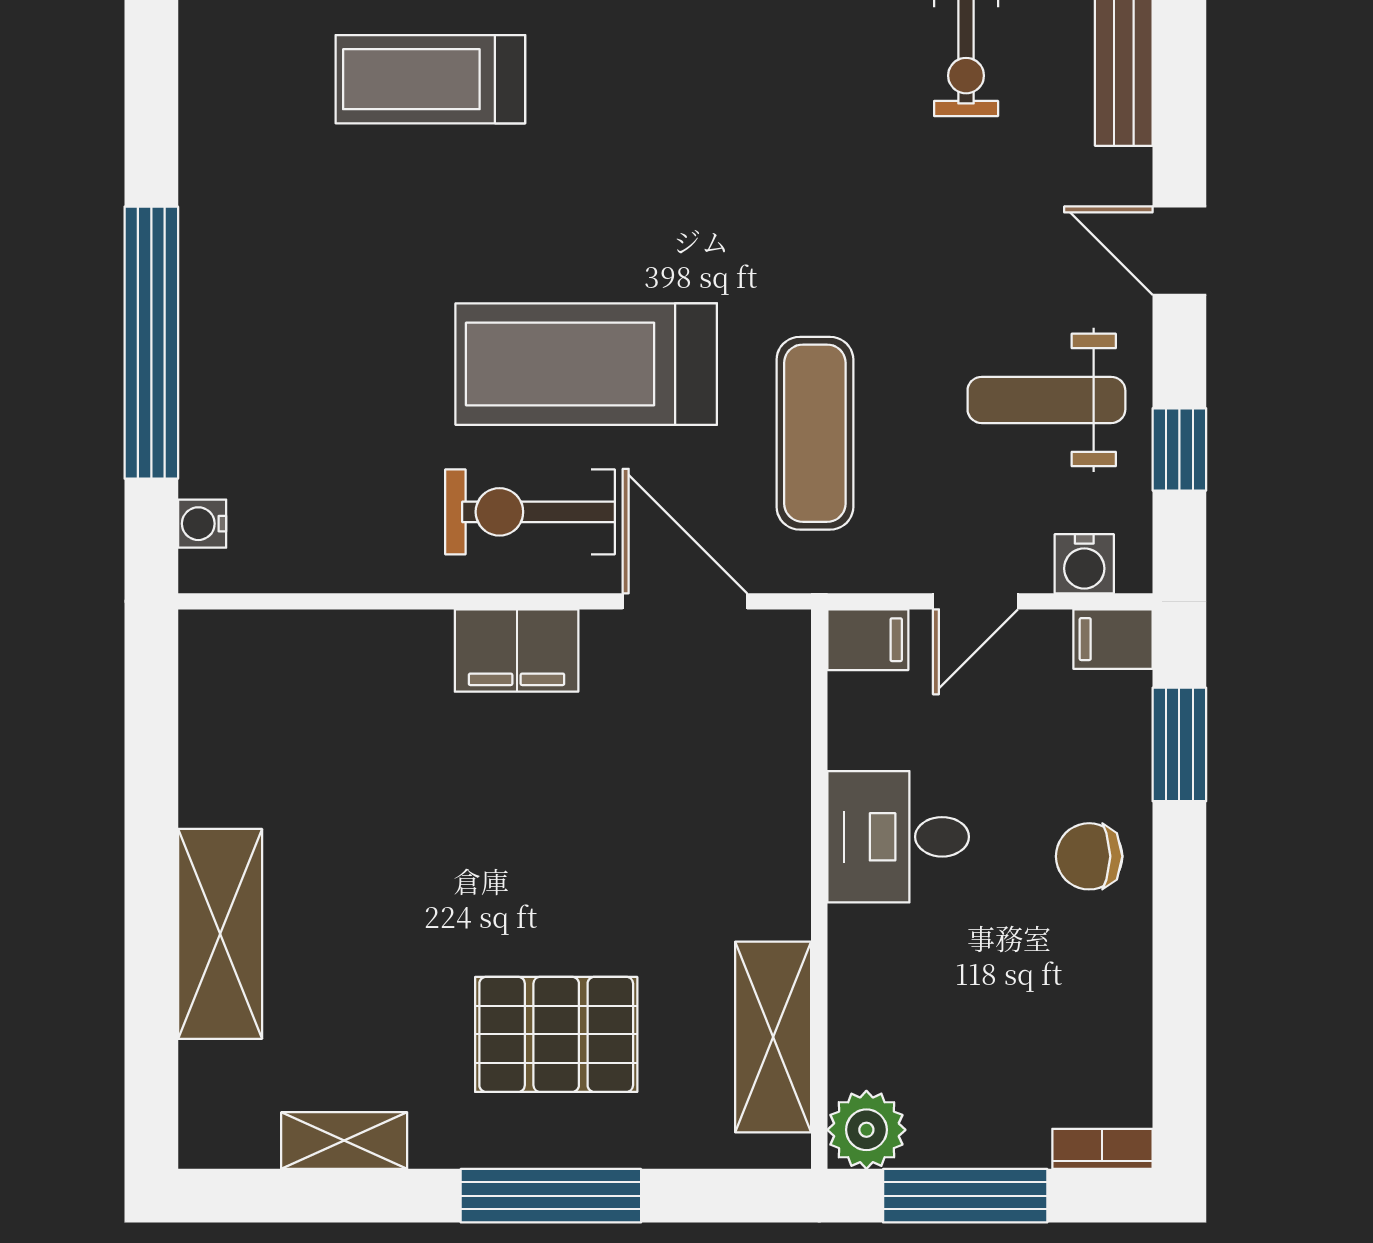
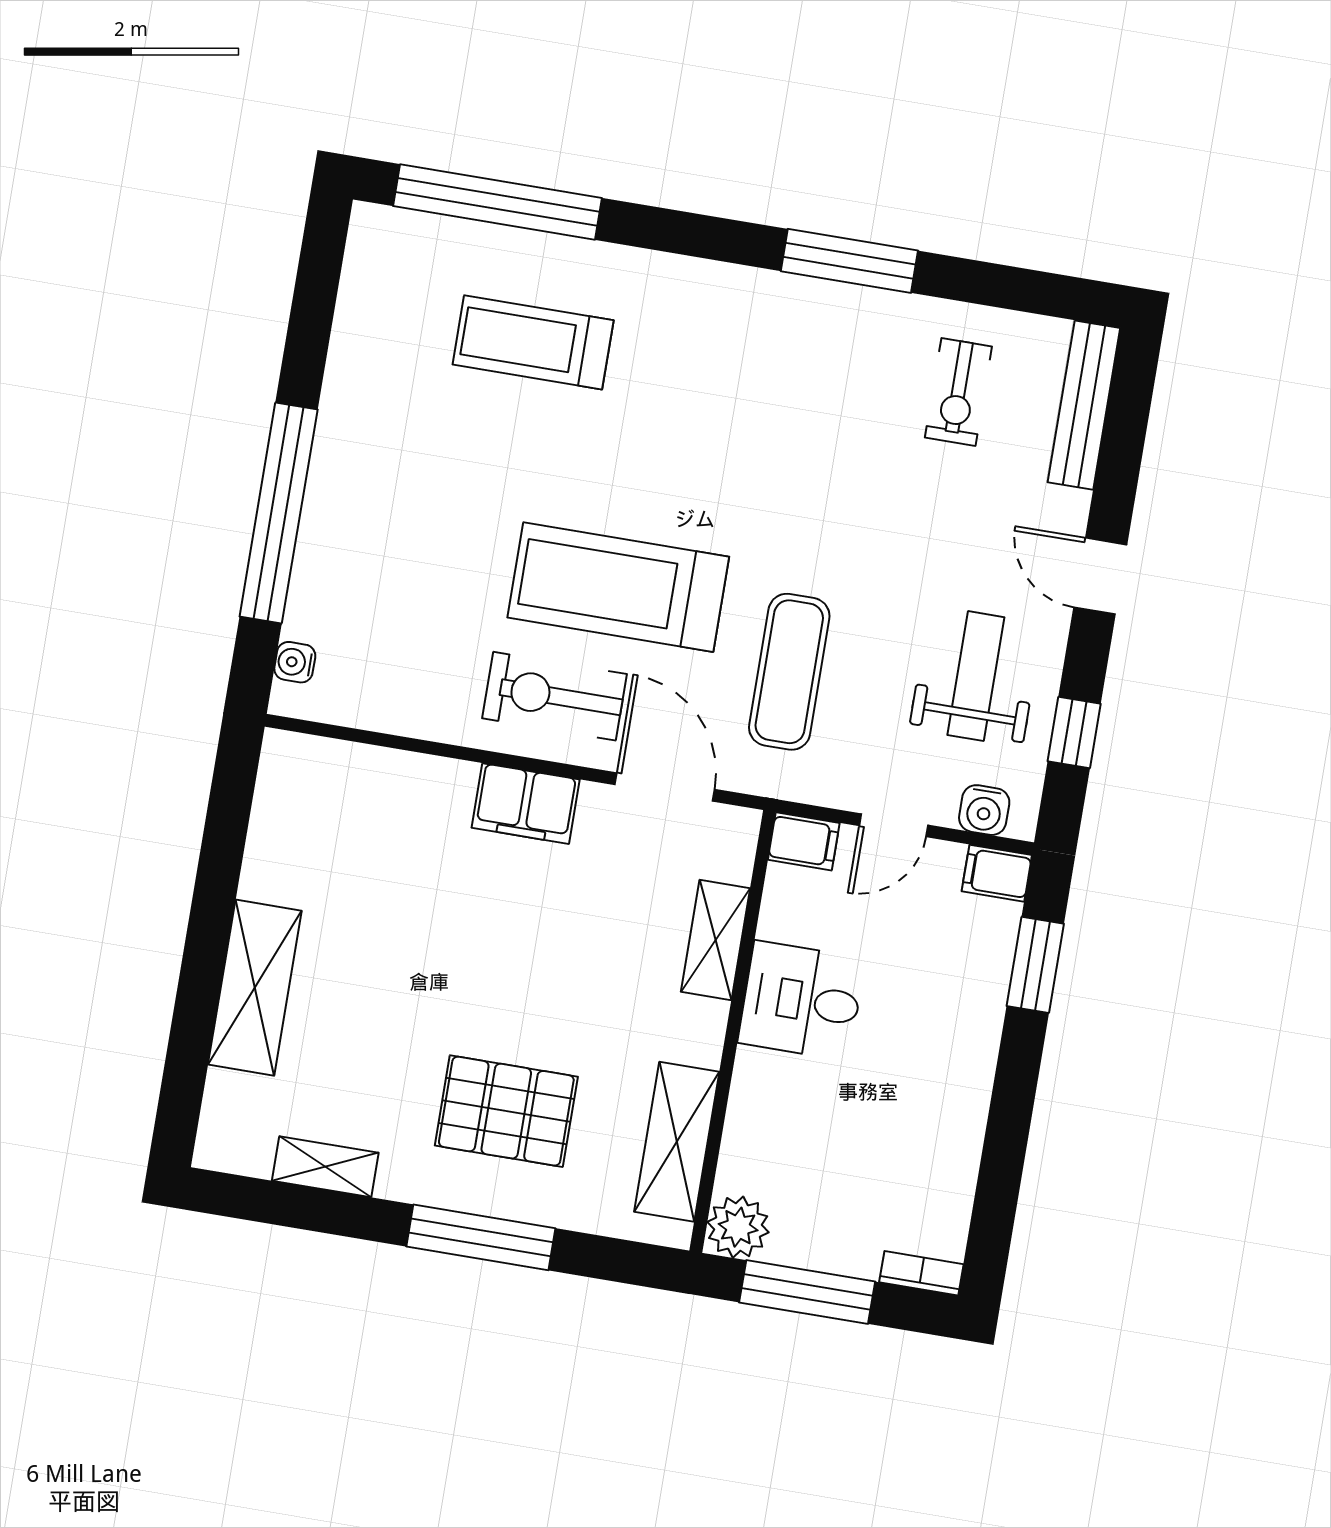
weight bench: (1046, 400) -> (976, 676), turned 90
shelving: (779, 780) -> (715, 940), added
chair: (1089, 856) -> (949, 1041), removed

